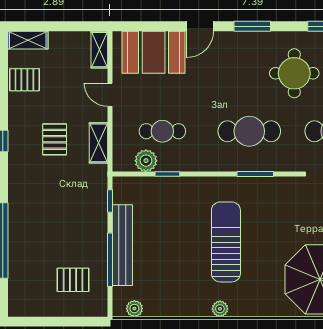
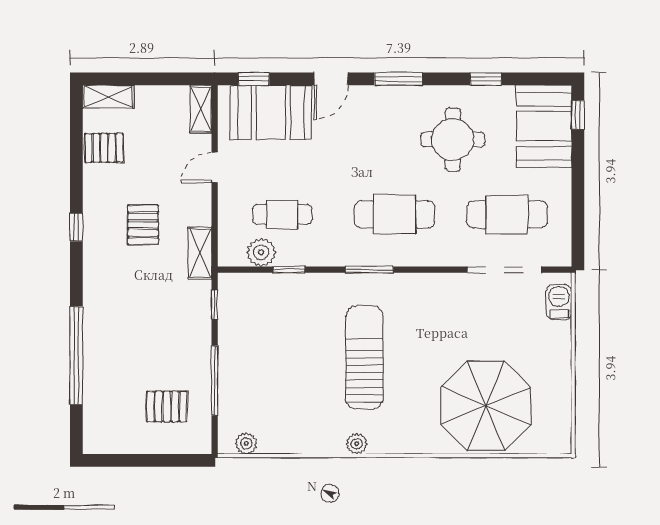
window: (140, 26) -> (254, 79), added
door: (110, 95) -> (215, 167), hinge flipped
shelving: (99, 143) -> (200, 253), moved
window: (255, 174) -> (369, 270), moved
bench: (122, 245) -> (231, 362), removed

